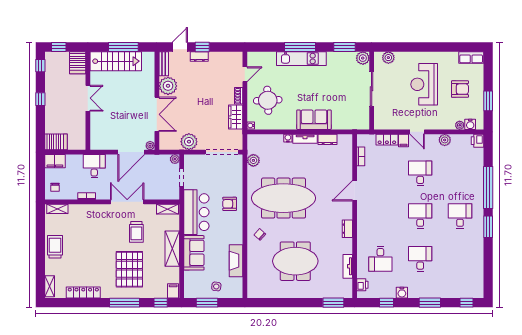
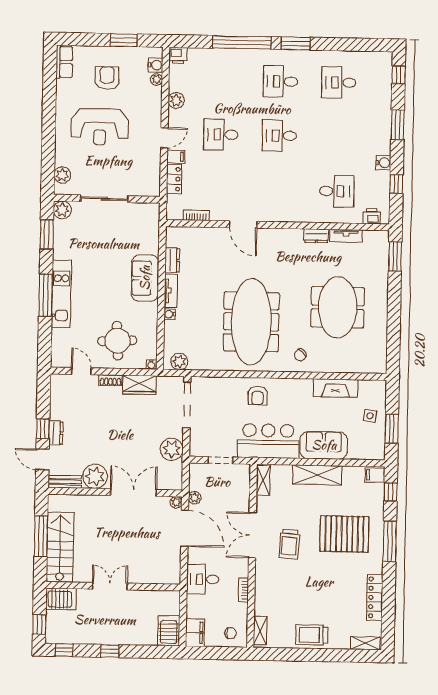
plant: (175, 159) -> (195, 498), moved
plant: (253, 160) -> (179, 362), moved
dresser: (347, 229) -> (316, 236), moved
trolley: (136, 232) -> (289, 544), moved, turned 94
desk: (420, 259) -> (339, 83), moved

